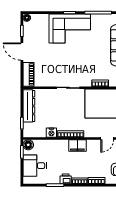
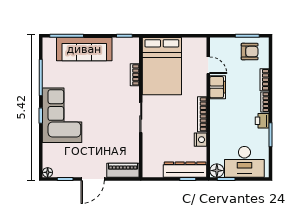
dresser: (29, 106) -> (185, 170), moved
filing cabinet: (77, 146) -> (218, 87), moved
desk: (35, 166) -> (244, 162), width x1.37

